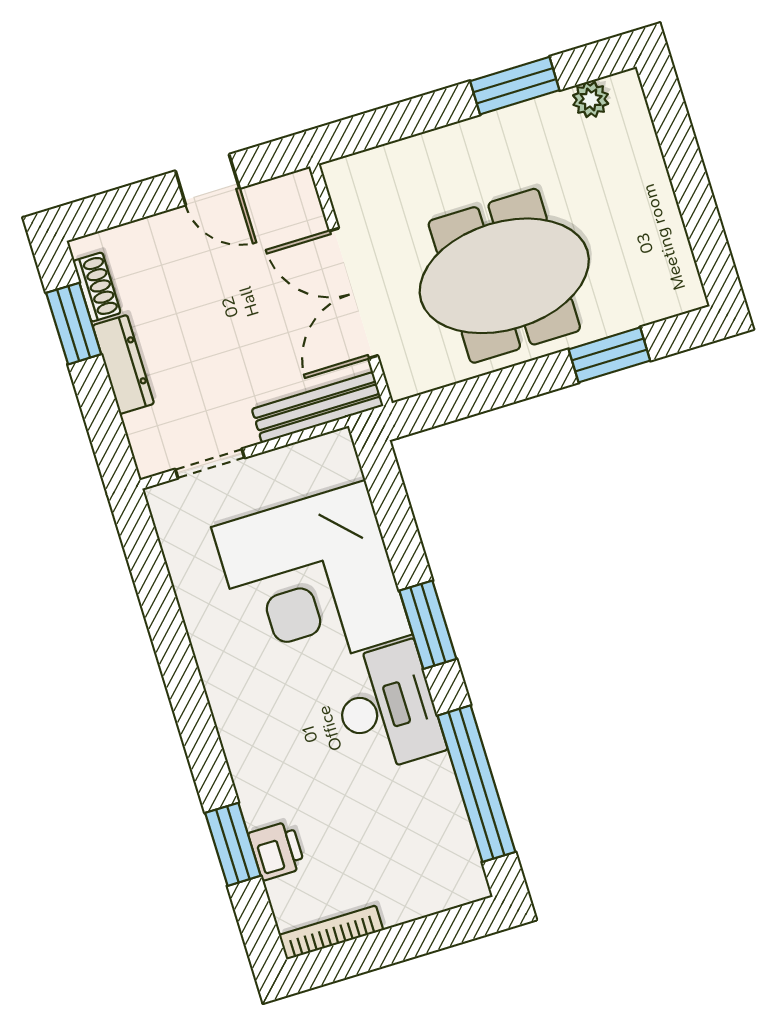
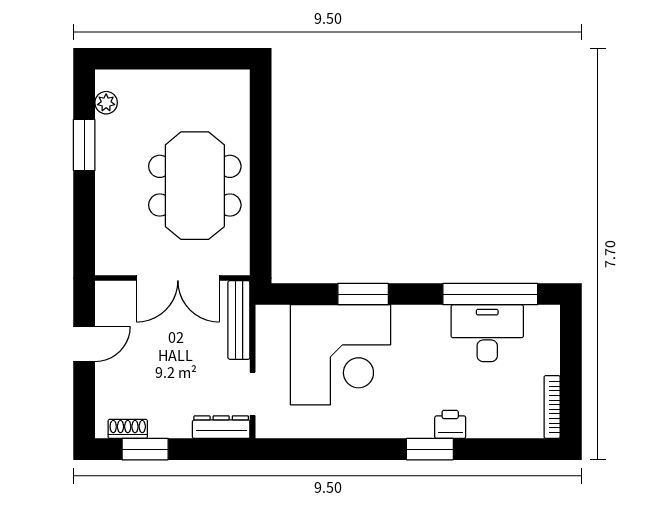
window: (609, 355) -> (261, 138), removed
dresser: (123, 364) -> (221, 427), moved
window: (428, 625) -> (363, 294), moved
desk: (387, 707) -> (487, 333), moved
window: (233, 844) -> (430, 449), moved
printer: (277, 851) -> (450, 424), moved

